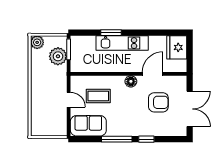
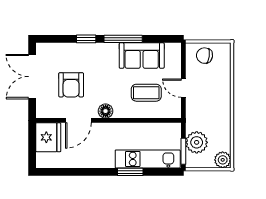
kitchen unit: (122, 43) -> (148, 159), moved
fridge: (177, 47) -> (48, 137), moved
armchair: (158, 102) -> (71, 85), turned -90
chair: (52, 126) -> (204, 56), added
sofa: (88, 126) -> (142, 56), moved

